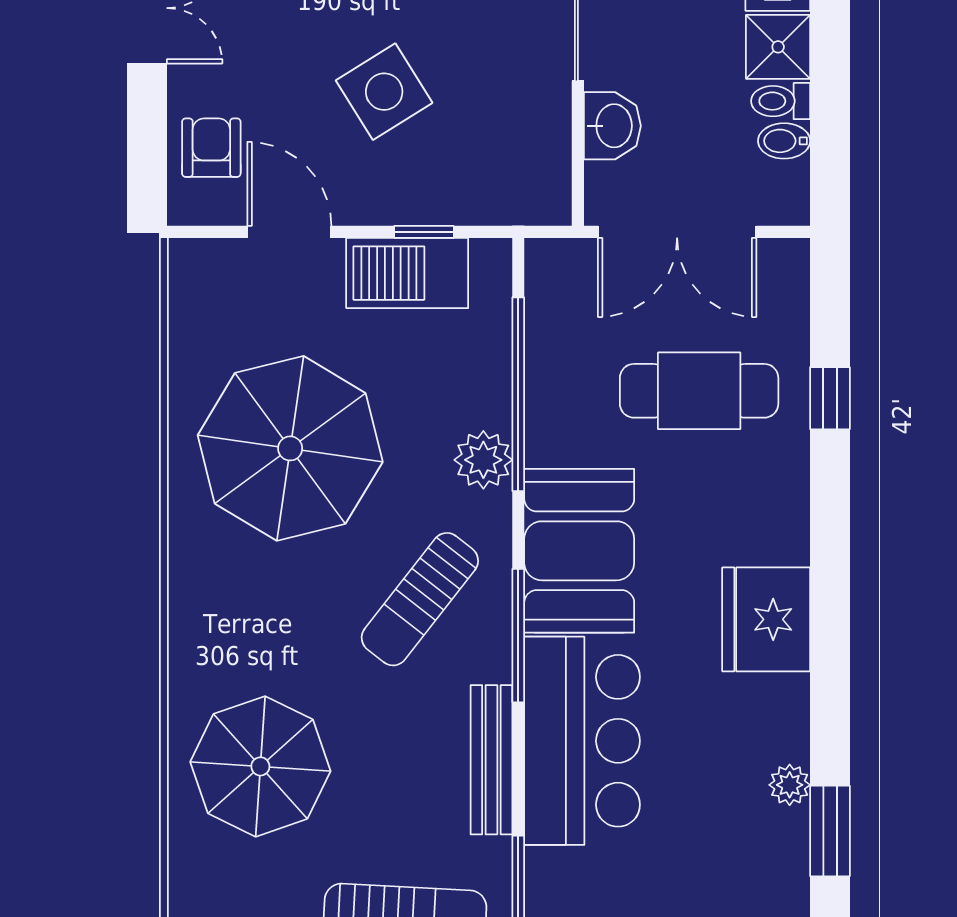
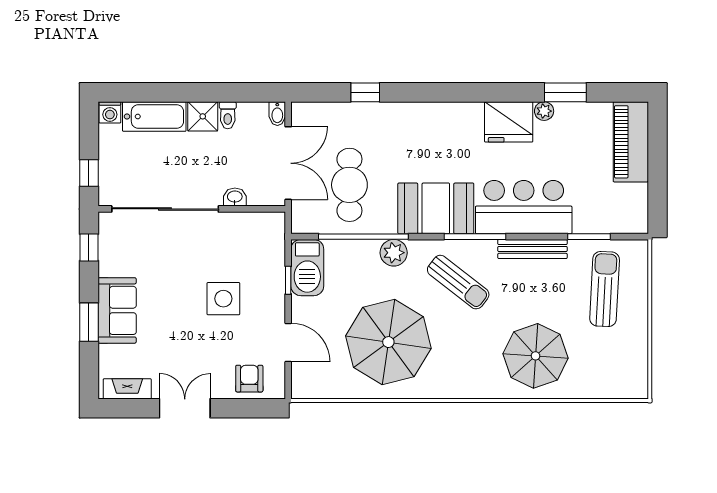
side table: (384, 92) -> (223, 299), turned 32
washbasin: (612, 126) -> (235, 197), width x0.72, depth x0.69
bidet: (784, 141) -> (277, 114), moved
armchair: (211, 148) -> (249, 379), turned 90
door: (289, 232) -> (288, 342), swing flipped
barbecue: (407, 273) -> (307, 268), moved
cafe table: (699, 391) -> (349, 185), moved
fridge: (766, 619) -> (509, 122), moved

